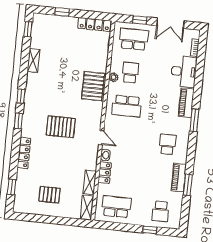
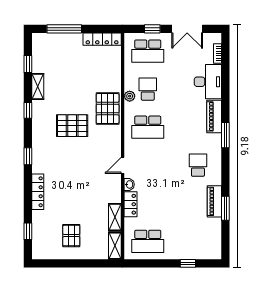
window: (62, 12) -> (64, 29), width x2.17
window: (28, 29) -> (28, 64), moved
school desk: (134, 39) -> (148, 51), turned 180
window: (21, 96) -> (28, 110), moved
pallet: (61, 127) -> (72, 126), moved
door: (101, 138) -> (123, 165), swing flipped
pallet: (50, 195) -> (71, 236), turned 90
school desk: (116, 207) -> (148, 241), turned 180
school desk: (161, 211) -> (198, 241), removed

